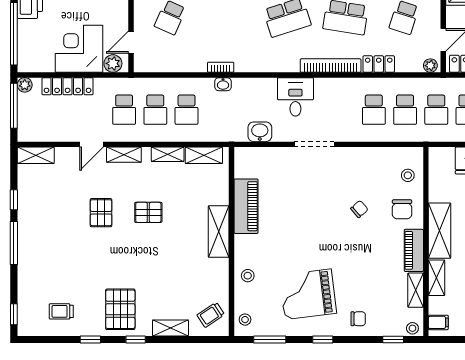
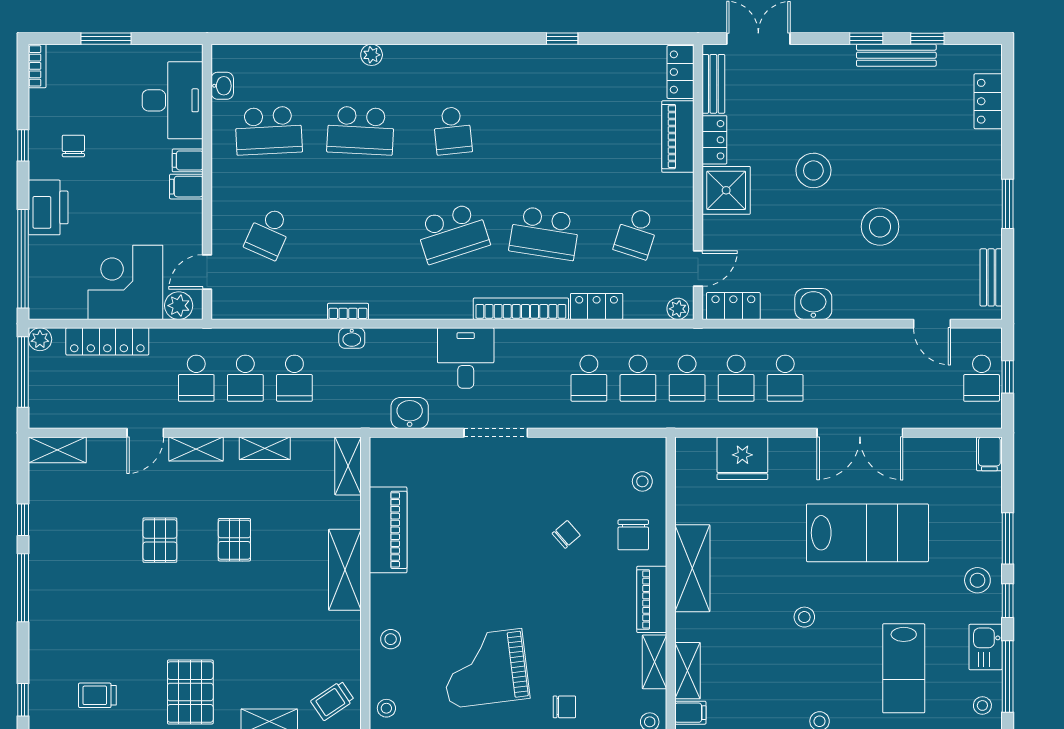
shelving: (204, 155) -> (348, 466), moved, turned 90
pallet: (148, 212) -> (234, 540), turned 90
shelving: (437, 278) -> (688, 671), moved

